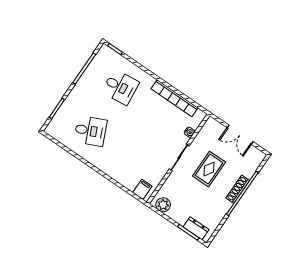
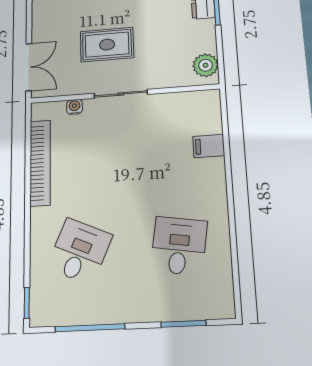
desk: (120, 87) -> (79, 251), turned 30
desk: (90, 131) -> (179, 246), turned 33
double door: (240, 135) -> (29, 67), moved
filing cabinet: (142, 189) -> (209, 146), moved

